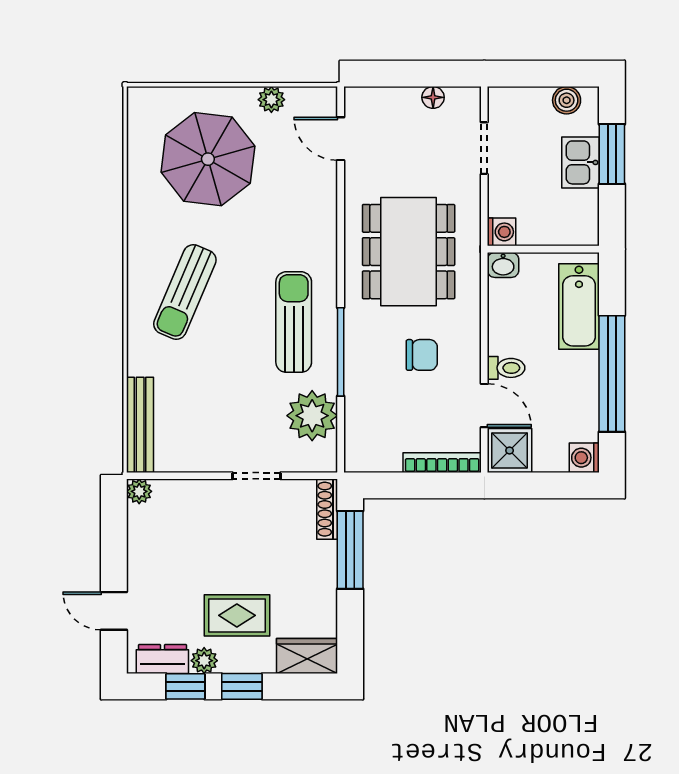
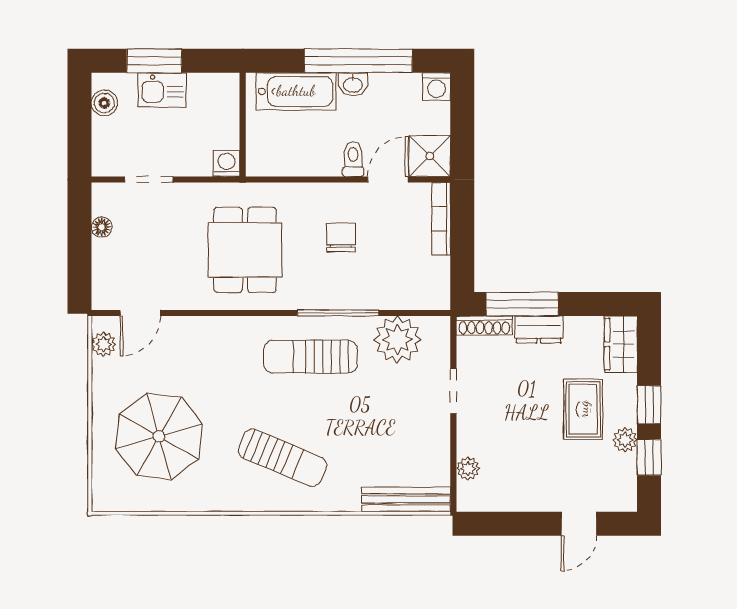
plant: (271, 100) -> (104, 344), moved
dining table: (409, 252) -> (245, 250), width x0.73
washbasin: (503, 265) -> (353, 84), moved, turned 90
plant: (139, 491) -> (468, 469), moved
dresser: (162, 659) -> (539, 330), moved, turned -90

